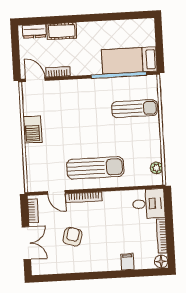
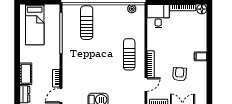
bed: (129, 60) -> (35, 25), moved
sun lounger: (95, 168) -> (129, 54), width x0.73, depth x0.75
armchair: (73, 237) -> (180, 74), turned 78
filing cabinet: (127, 262) -> (201, 56), moved

